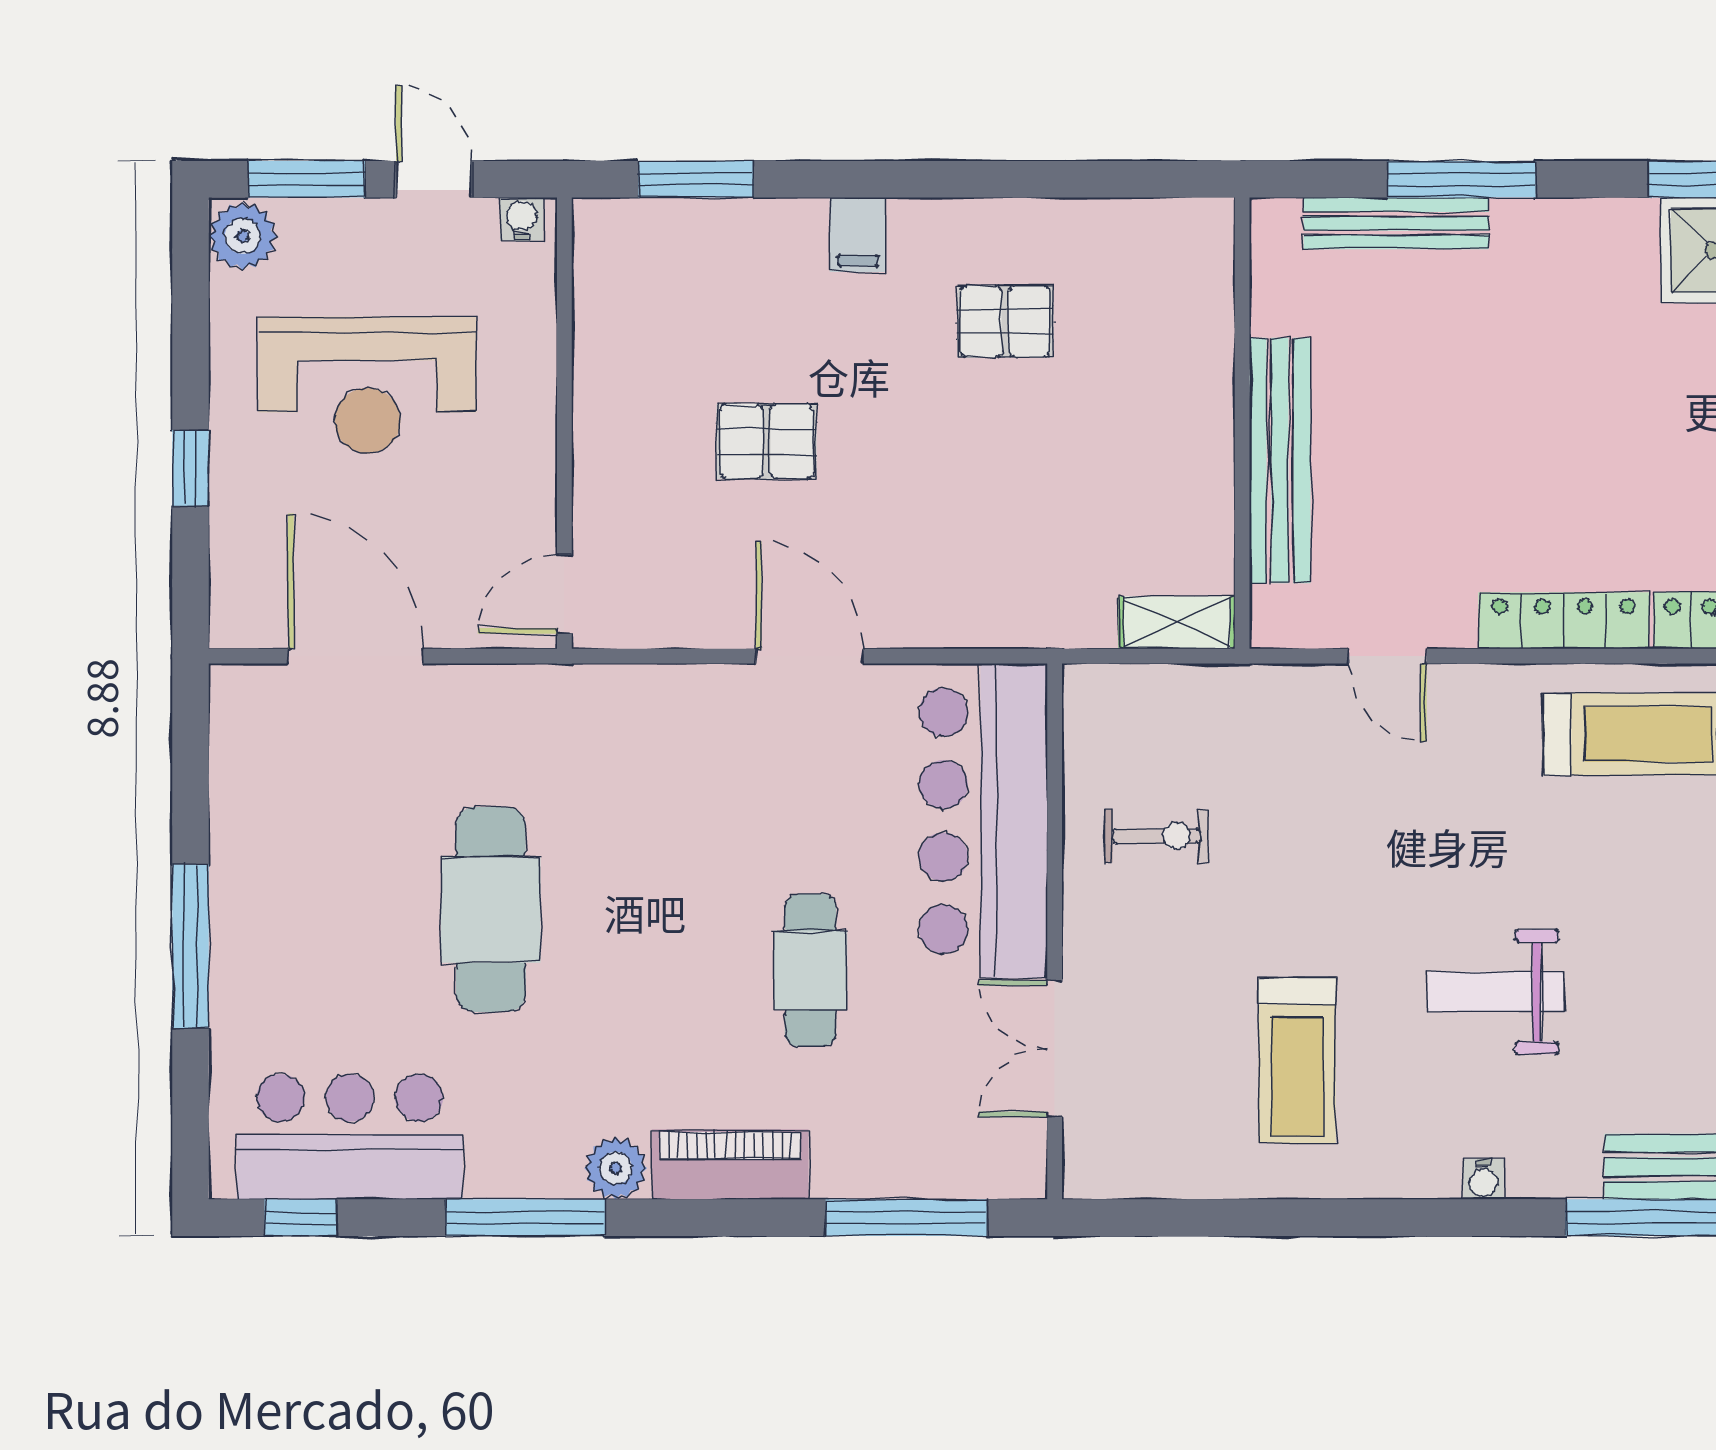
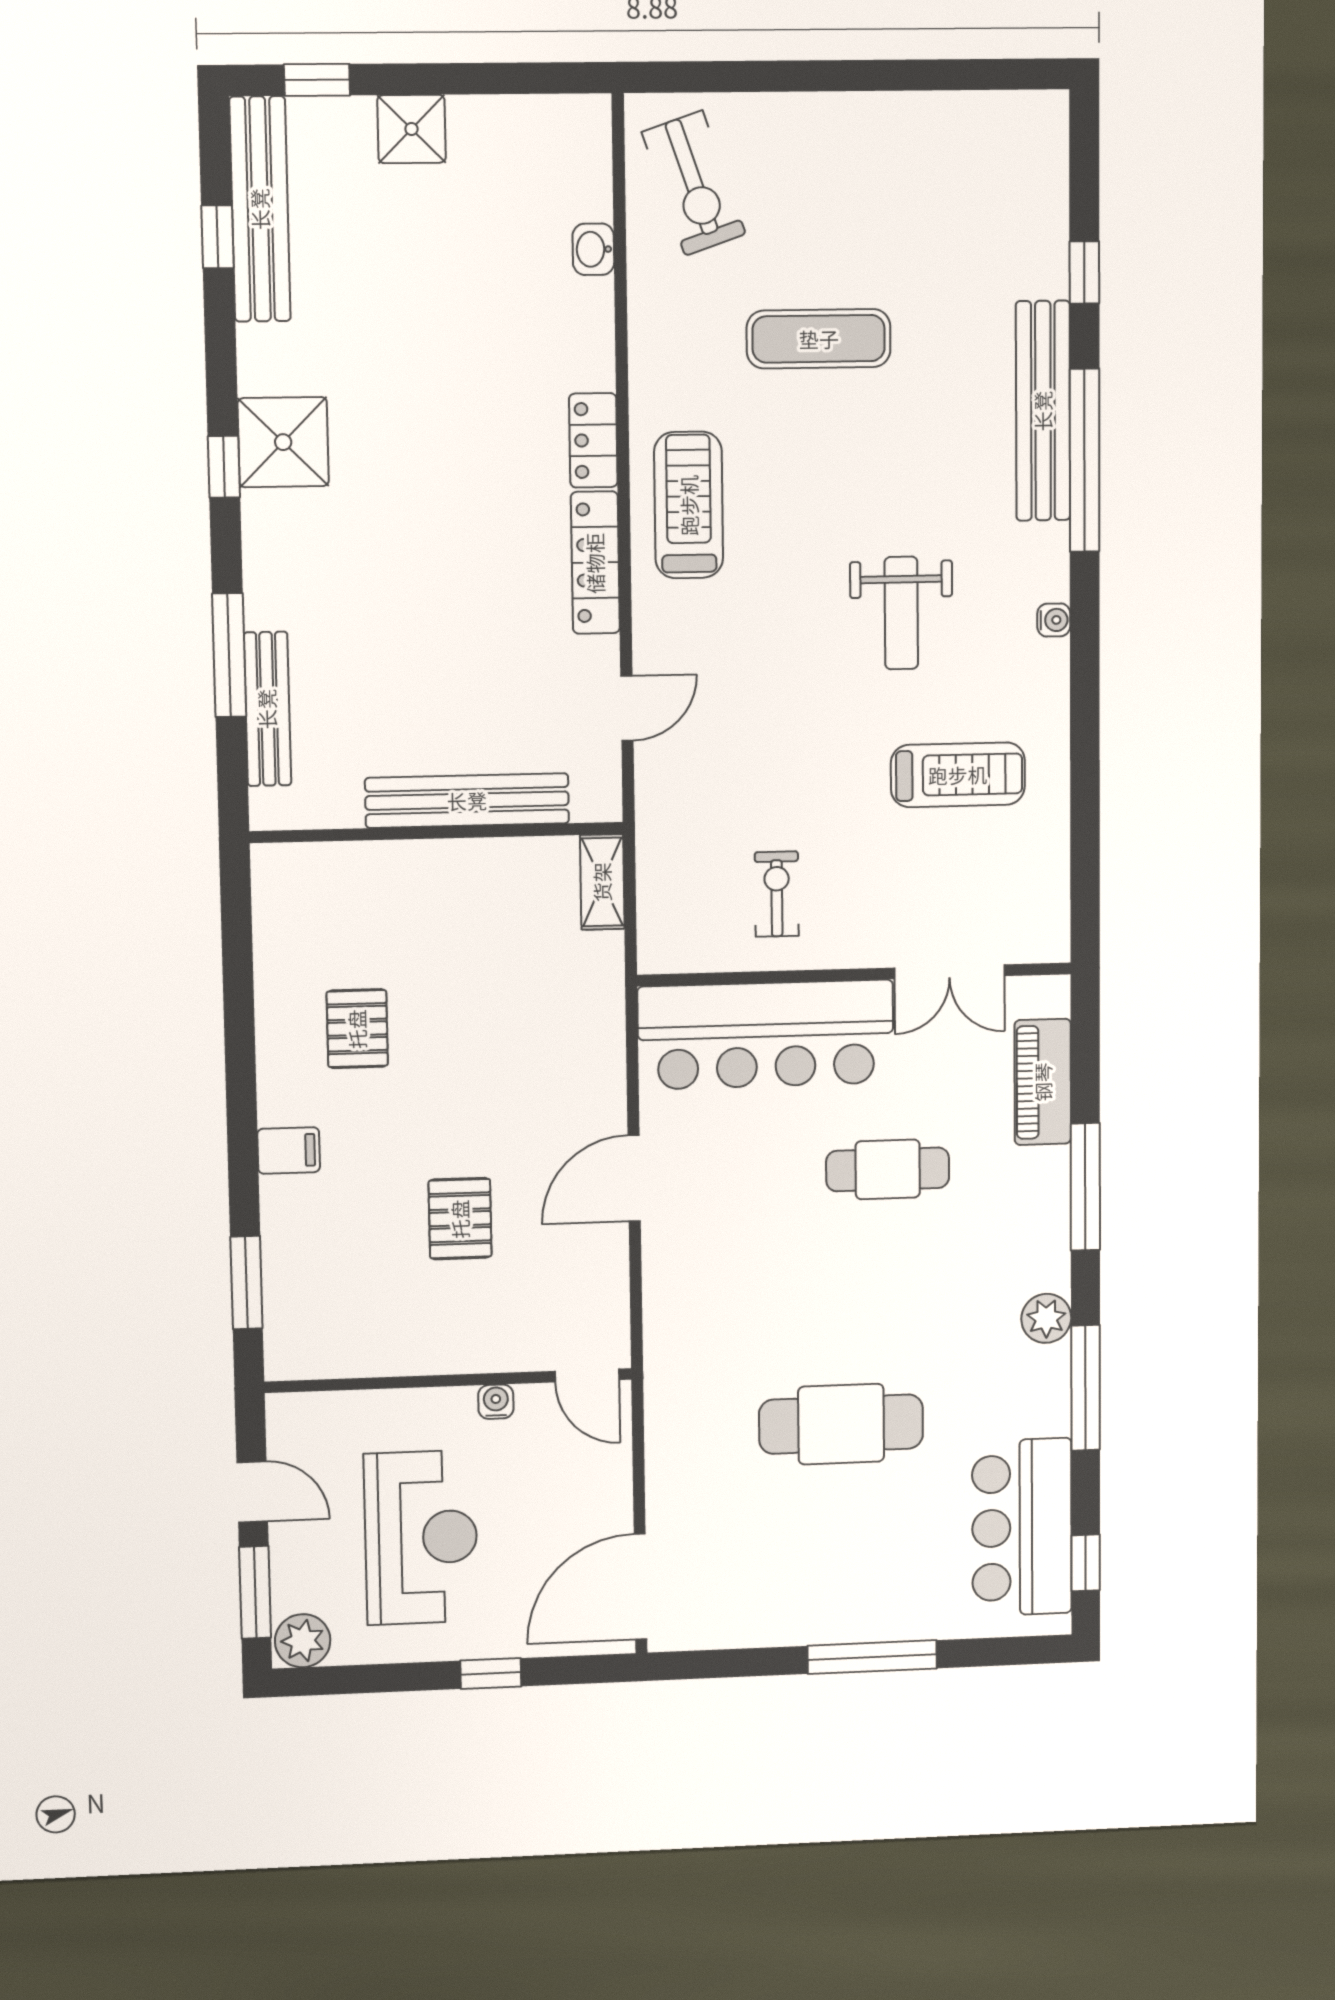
door: (434, 179) -> (252, 1492), swing flipped
water cooler: (522, 219) -> (496, 1402), moved, turned 90
door: (356, 656) -> (640, 1587), moved
piano: (730, 1164) -> (1043, 1082), moved
window: (906, 1218) -> (1085, 1187), moved

